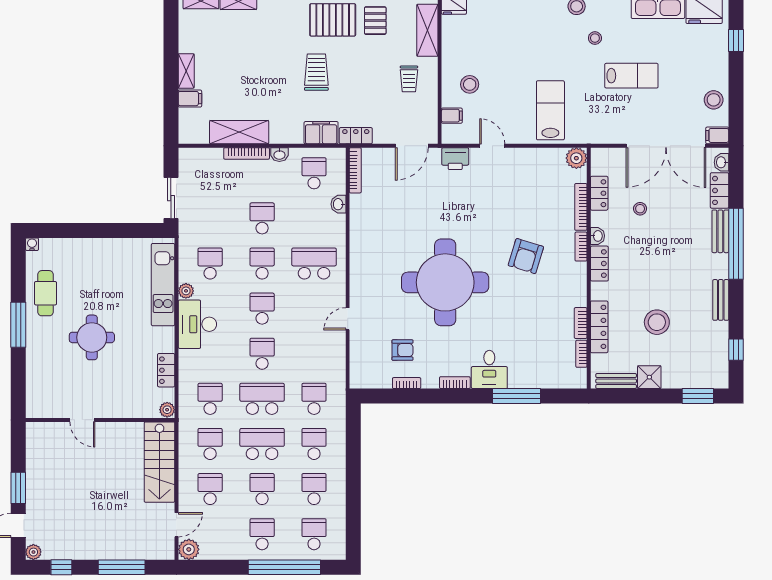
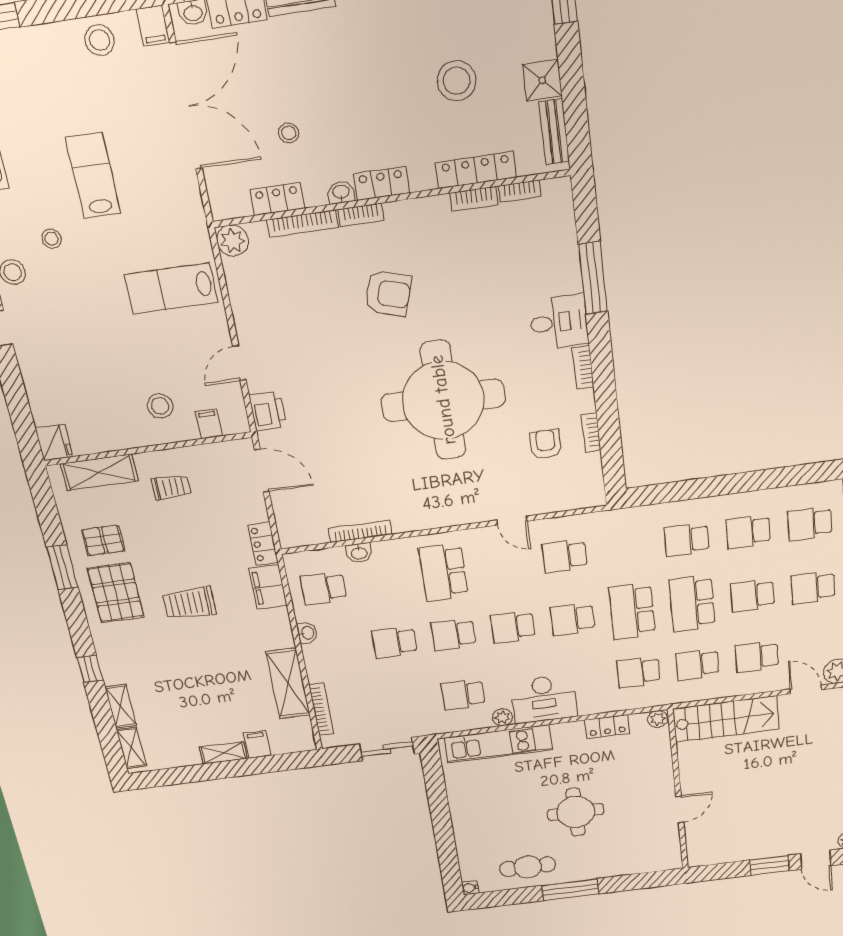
bookcase: (247, 153) -> (321, 709), moved
bookcase: (355, 170) -> (360, 531), moved
school desk: (314, 399) -> (565, 556), moved

